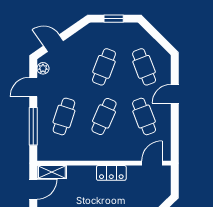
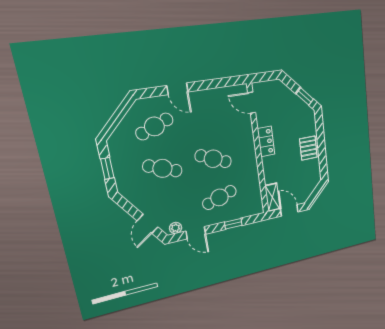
cafe table: (64, 116) -> (219, 197), turned -36
cafe table: (144, 116) -> (207, 118), removed
window: (33, 126) -> (233, 224), width x0.46

